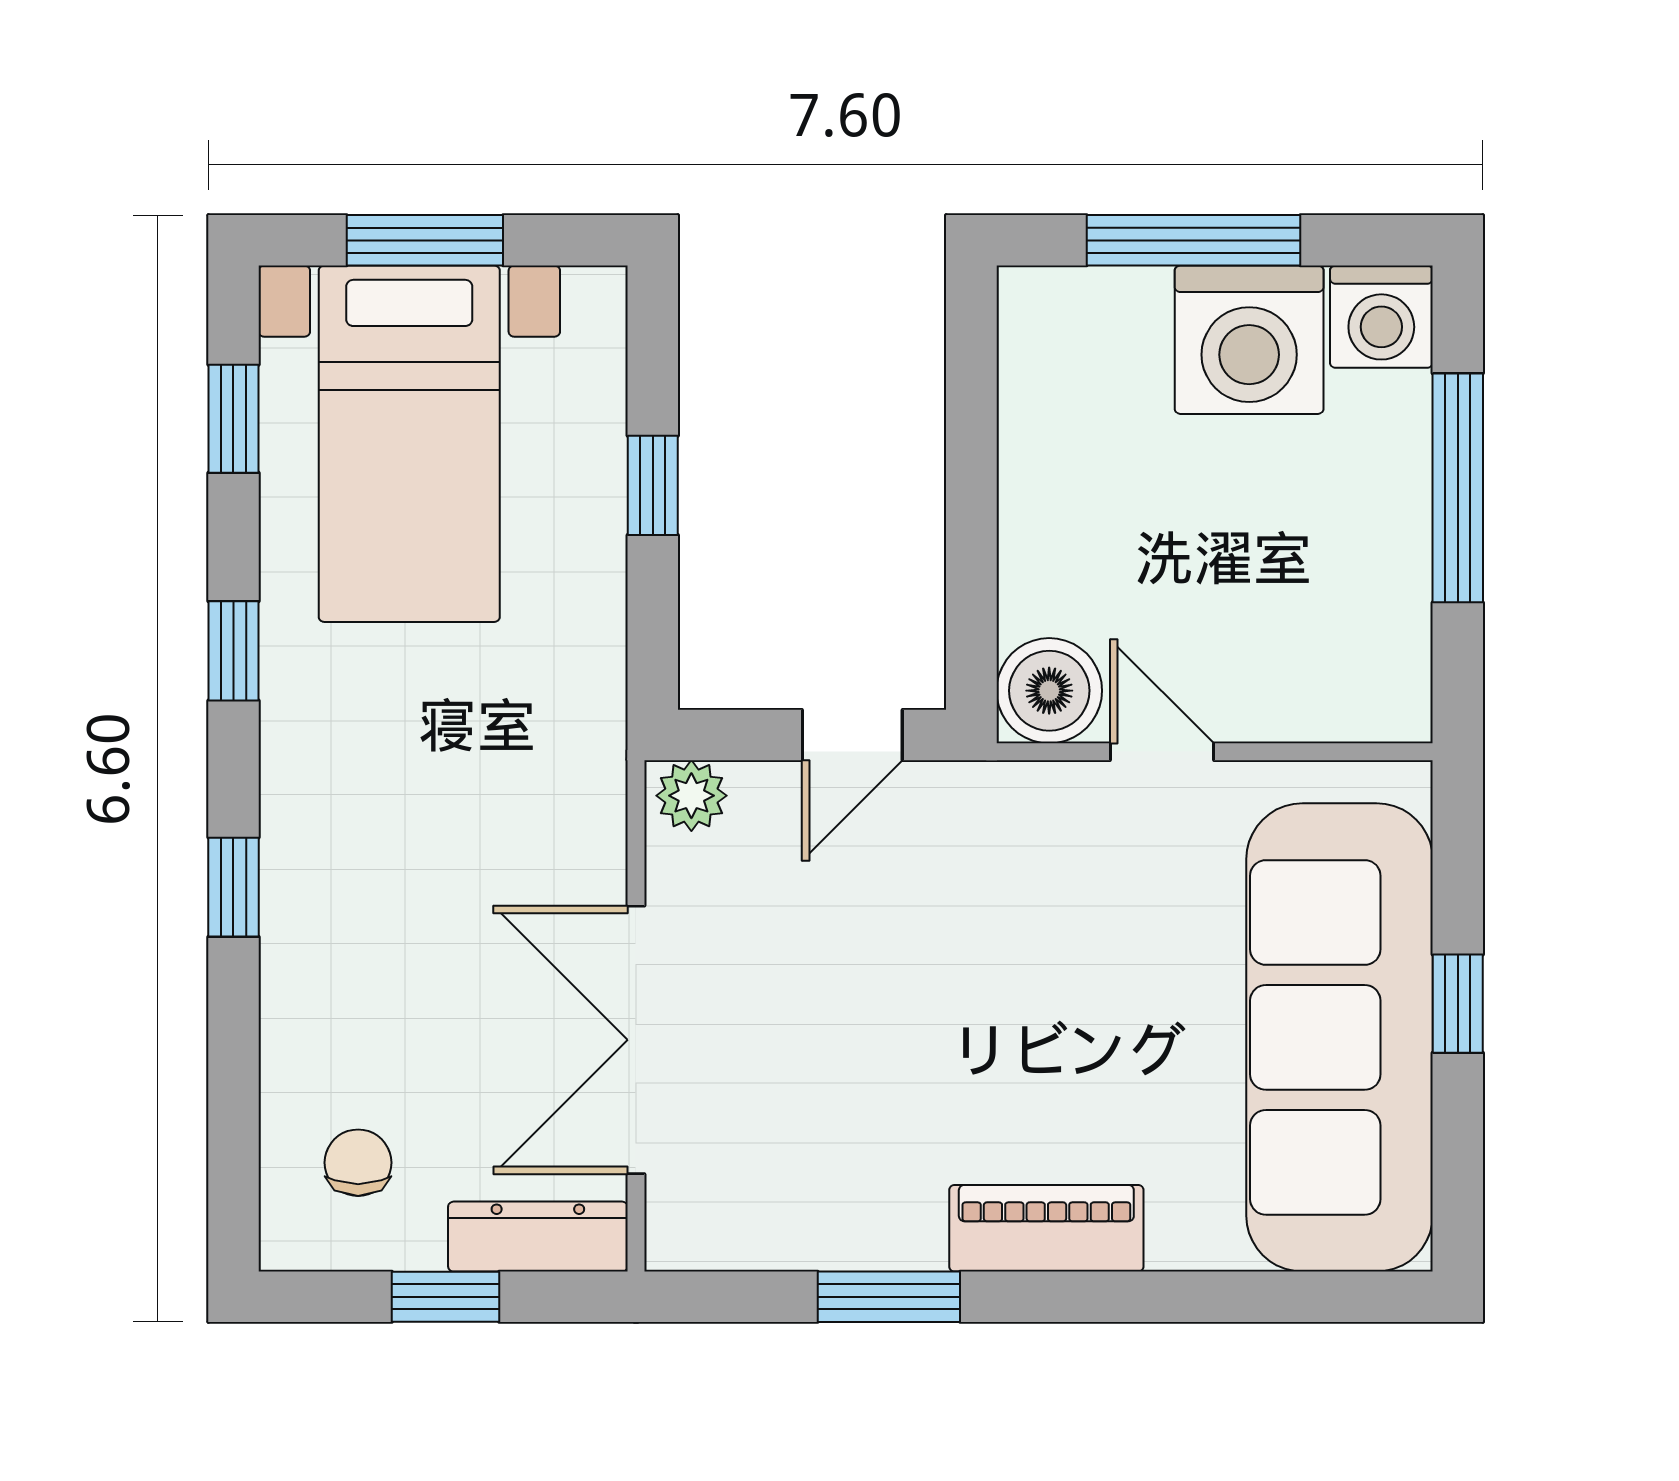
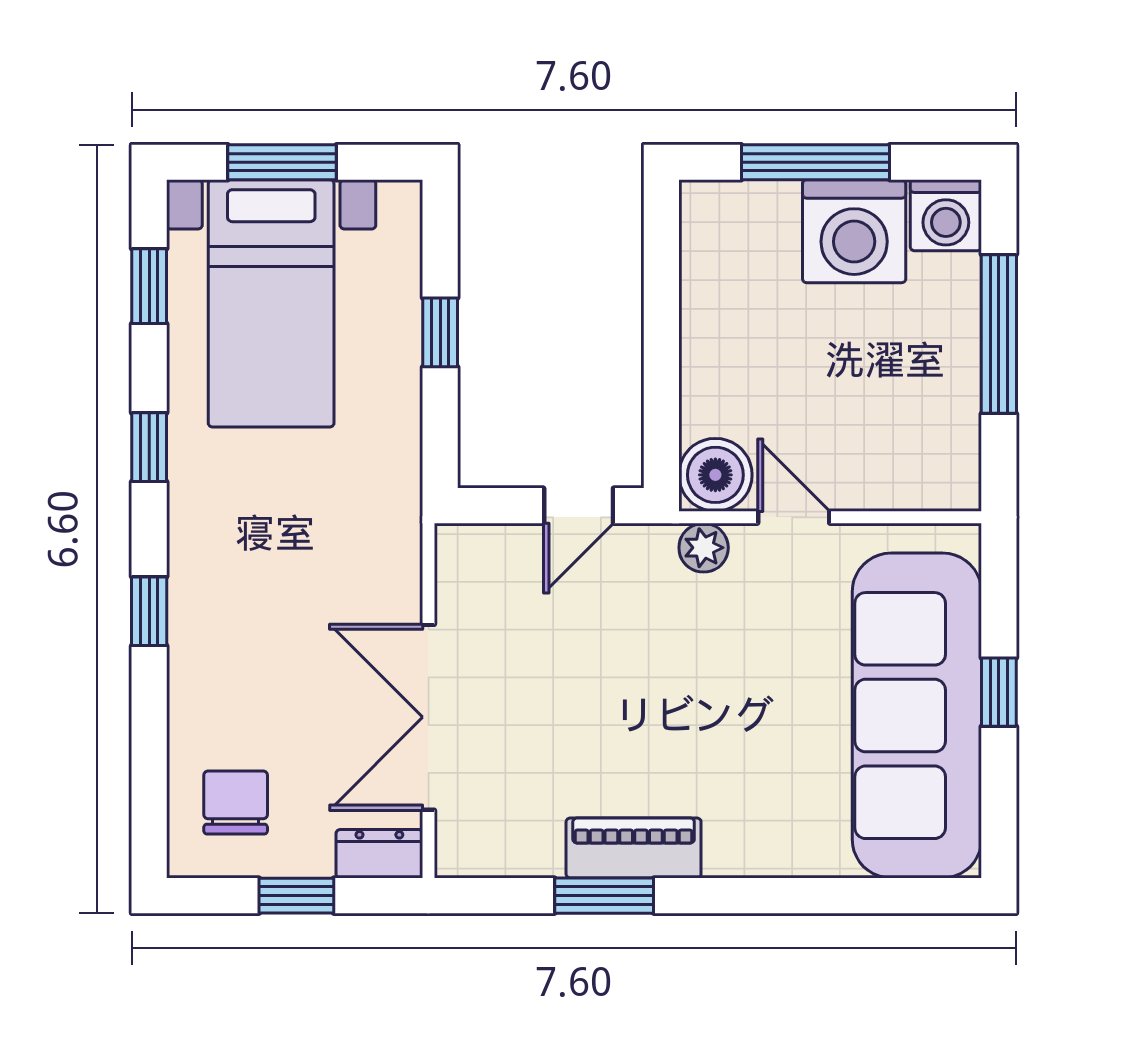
plant: (691, 796) -> (704, 548), moved
chair: (358, 1163) -> (236, 802), width x1.37, depth x1.37
piano: (1046, 1228) -> (634, 848), moved
dresser: (538, 1237) -> (379, 854), width x0.70

